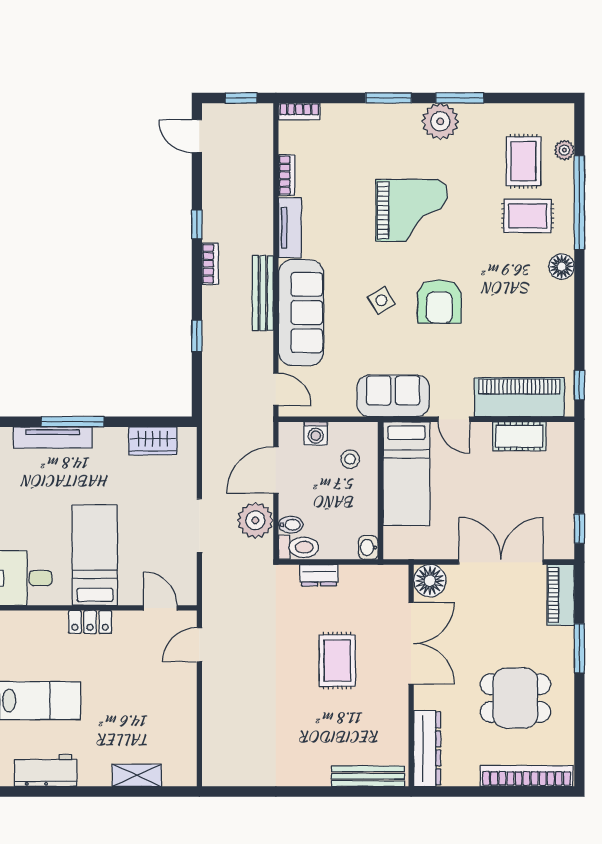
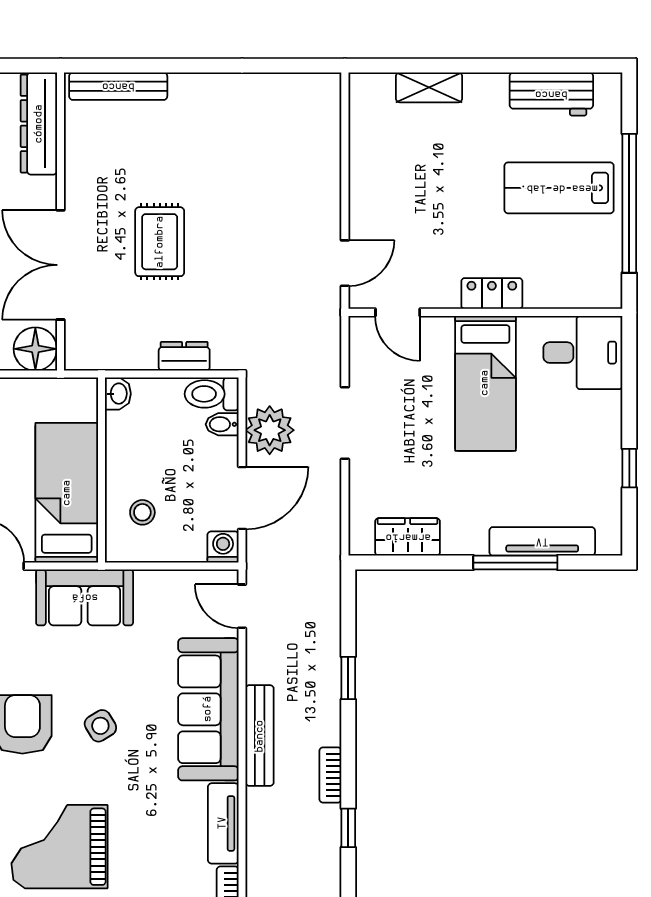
washing machine: (316, 433) -> (223, 547), moved

